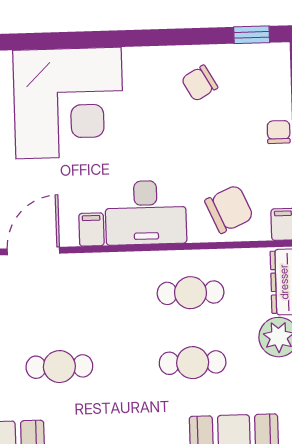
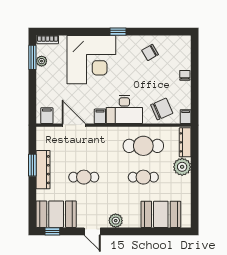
window: (252, 35) -> (118, 32), moved
door: (33, 251) -> (74, 125), hinge flipped
cafe table: (191, 293) -> (143, 146), width x1.37, depth x1.35

